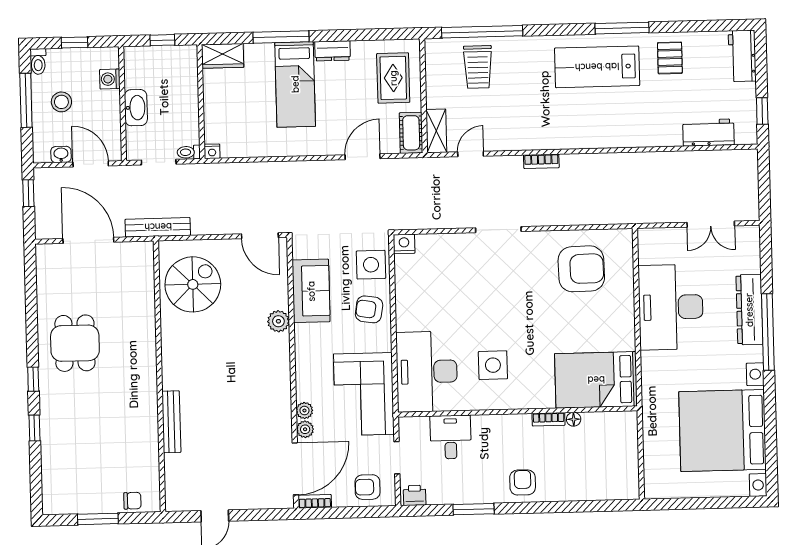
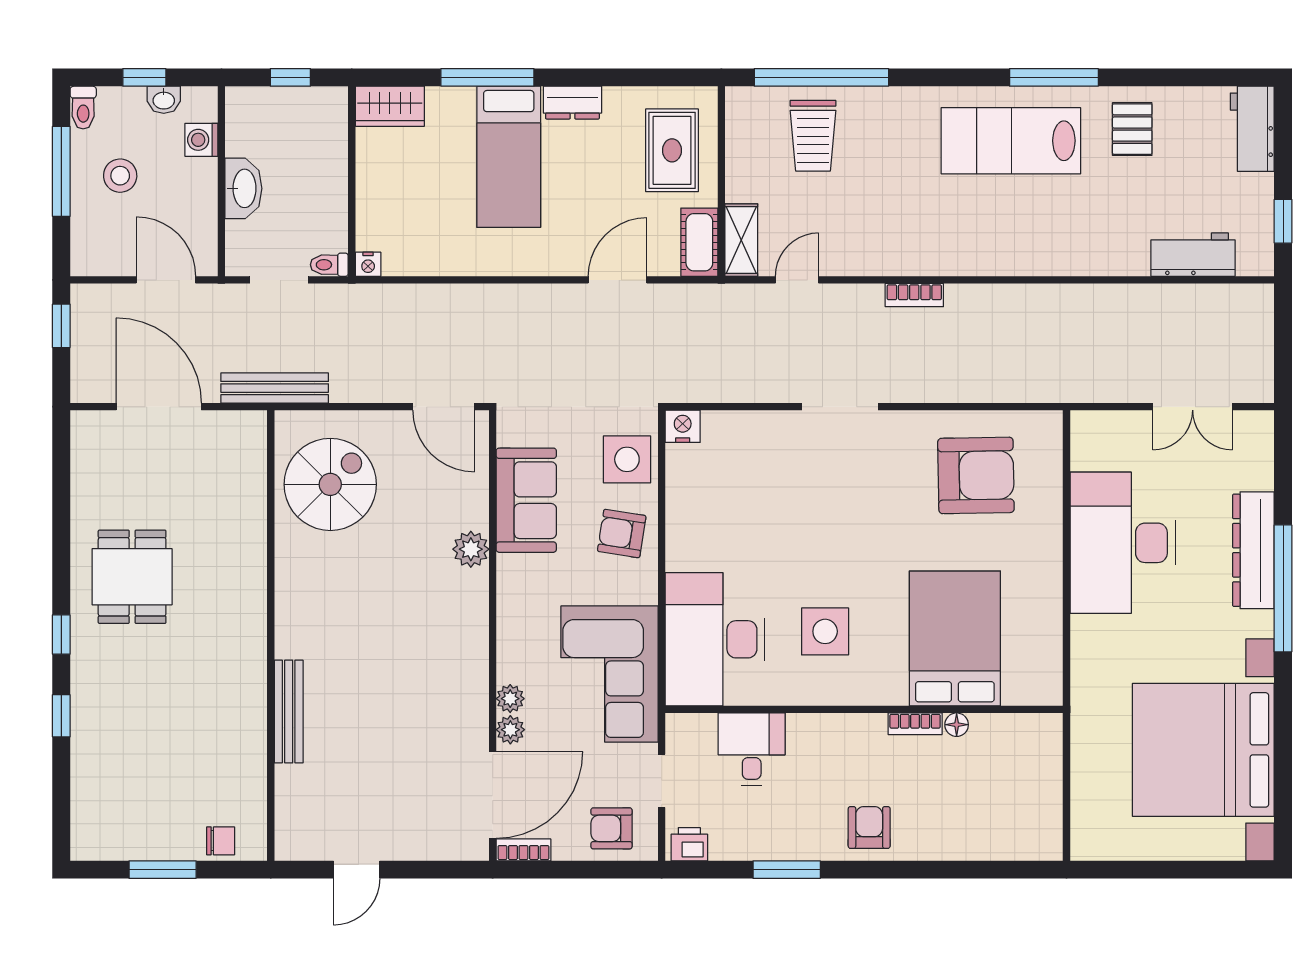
washbasin: (61, 154) -> (164, 100), moved, turned 180
bed: (596, 380) -> (955, 638), moved, turned 90

